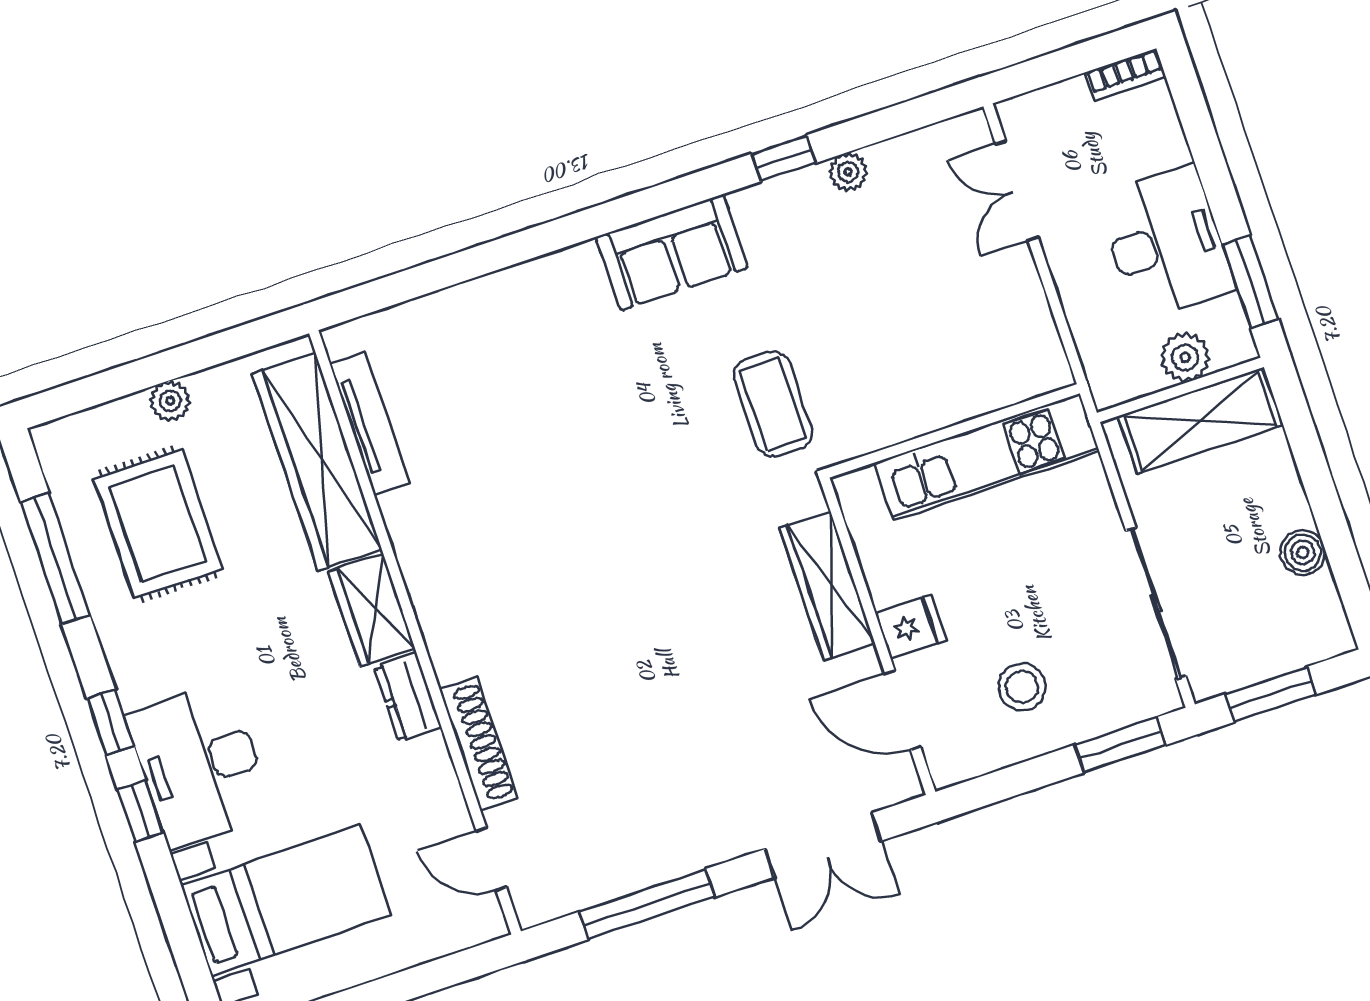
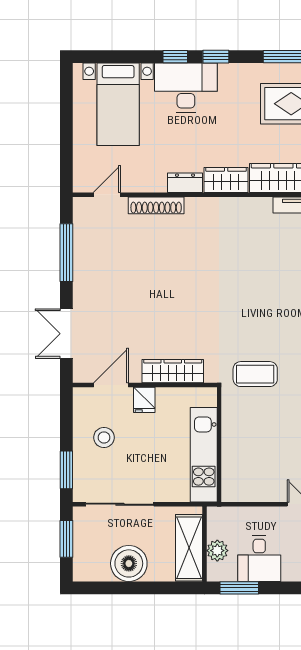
desk: (1166, 243) -> (259, 558), width x0.73
boiler: (1303, 553) -> (129, 563), width x1.86, depth x1.86

